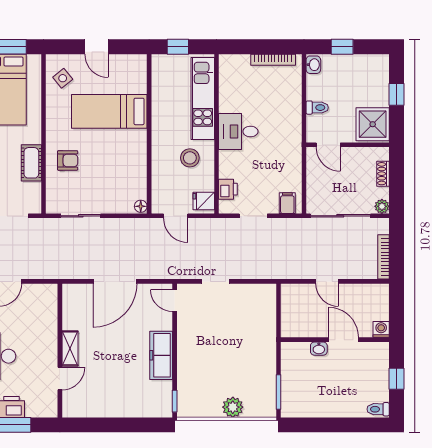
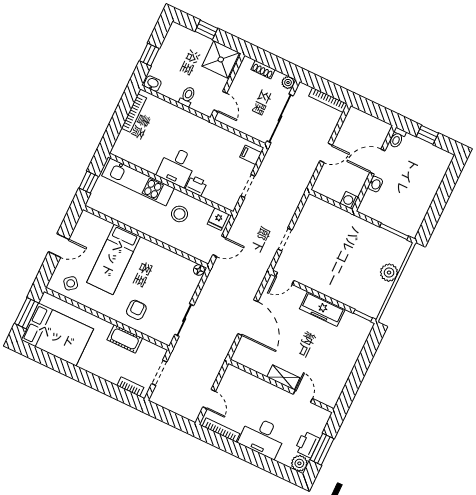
door: (328, 145) -> (220, 102), hinge flipped
printer: (228, 189) -> (196, 186), moved
washing machine: (381, 329) -> (349, 200), moved
toilet: (378, 409) -> (397, 138), moved

